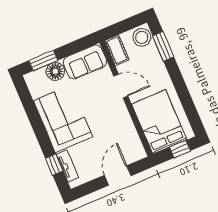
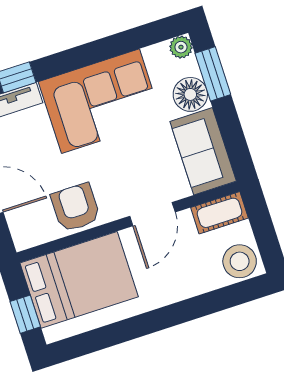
window: (163, 46) -> (219, 300), removed
plant: (31, 79) -> (181, 47), added
armchair: (121, 127) -> (75, 207), added

